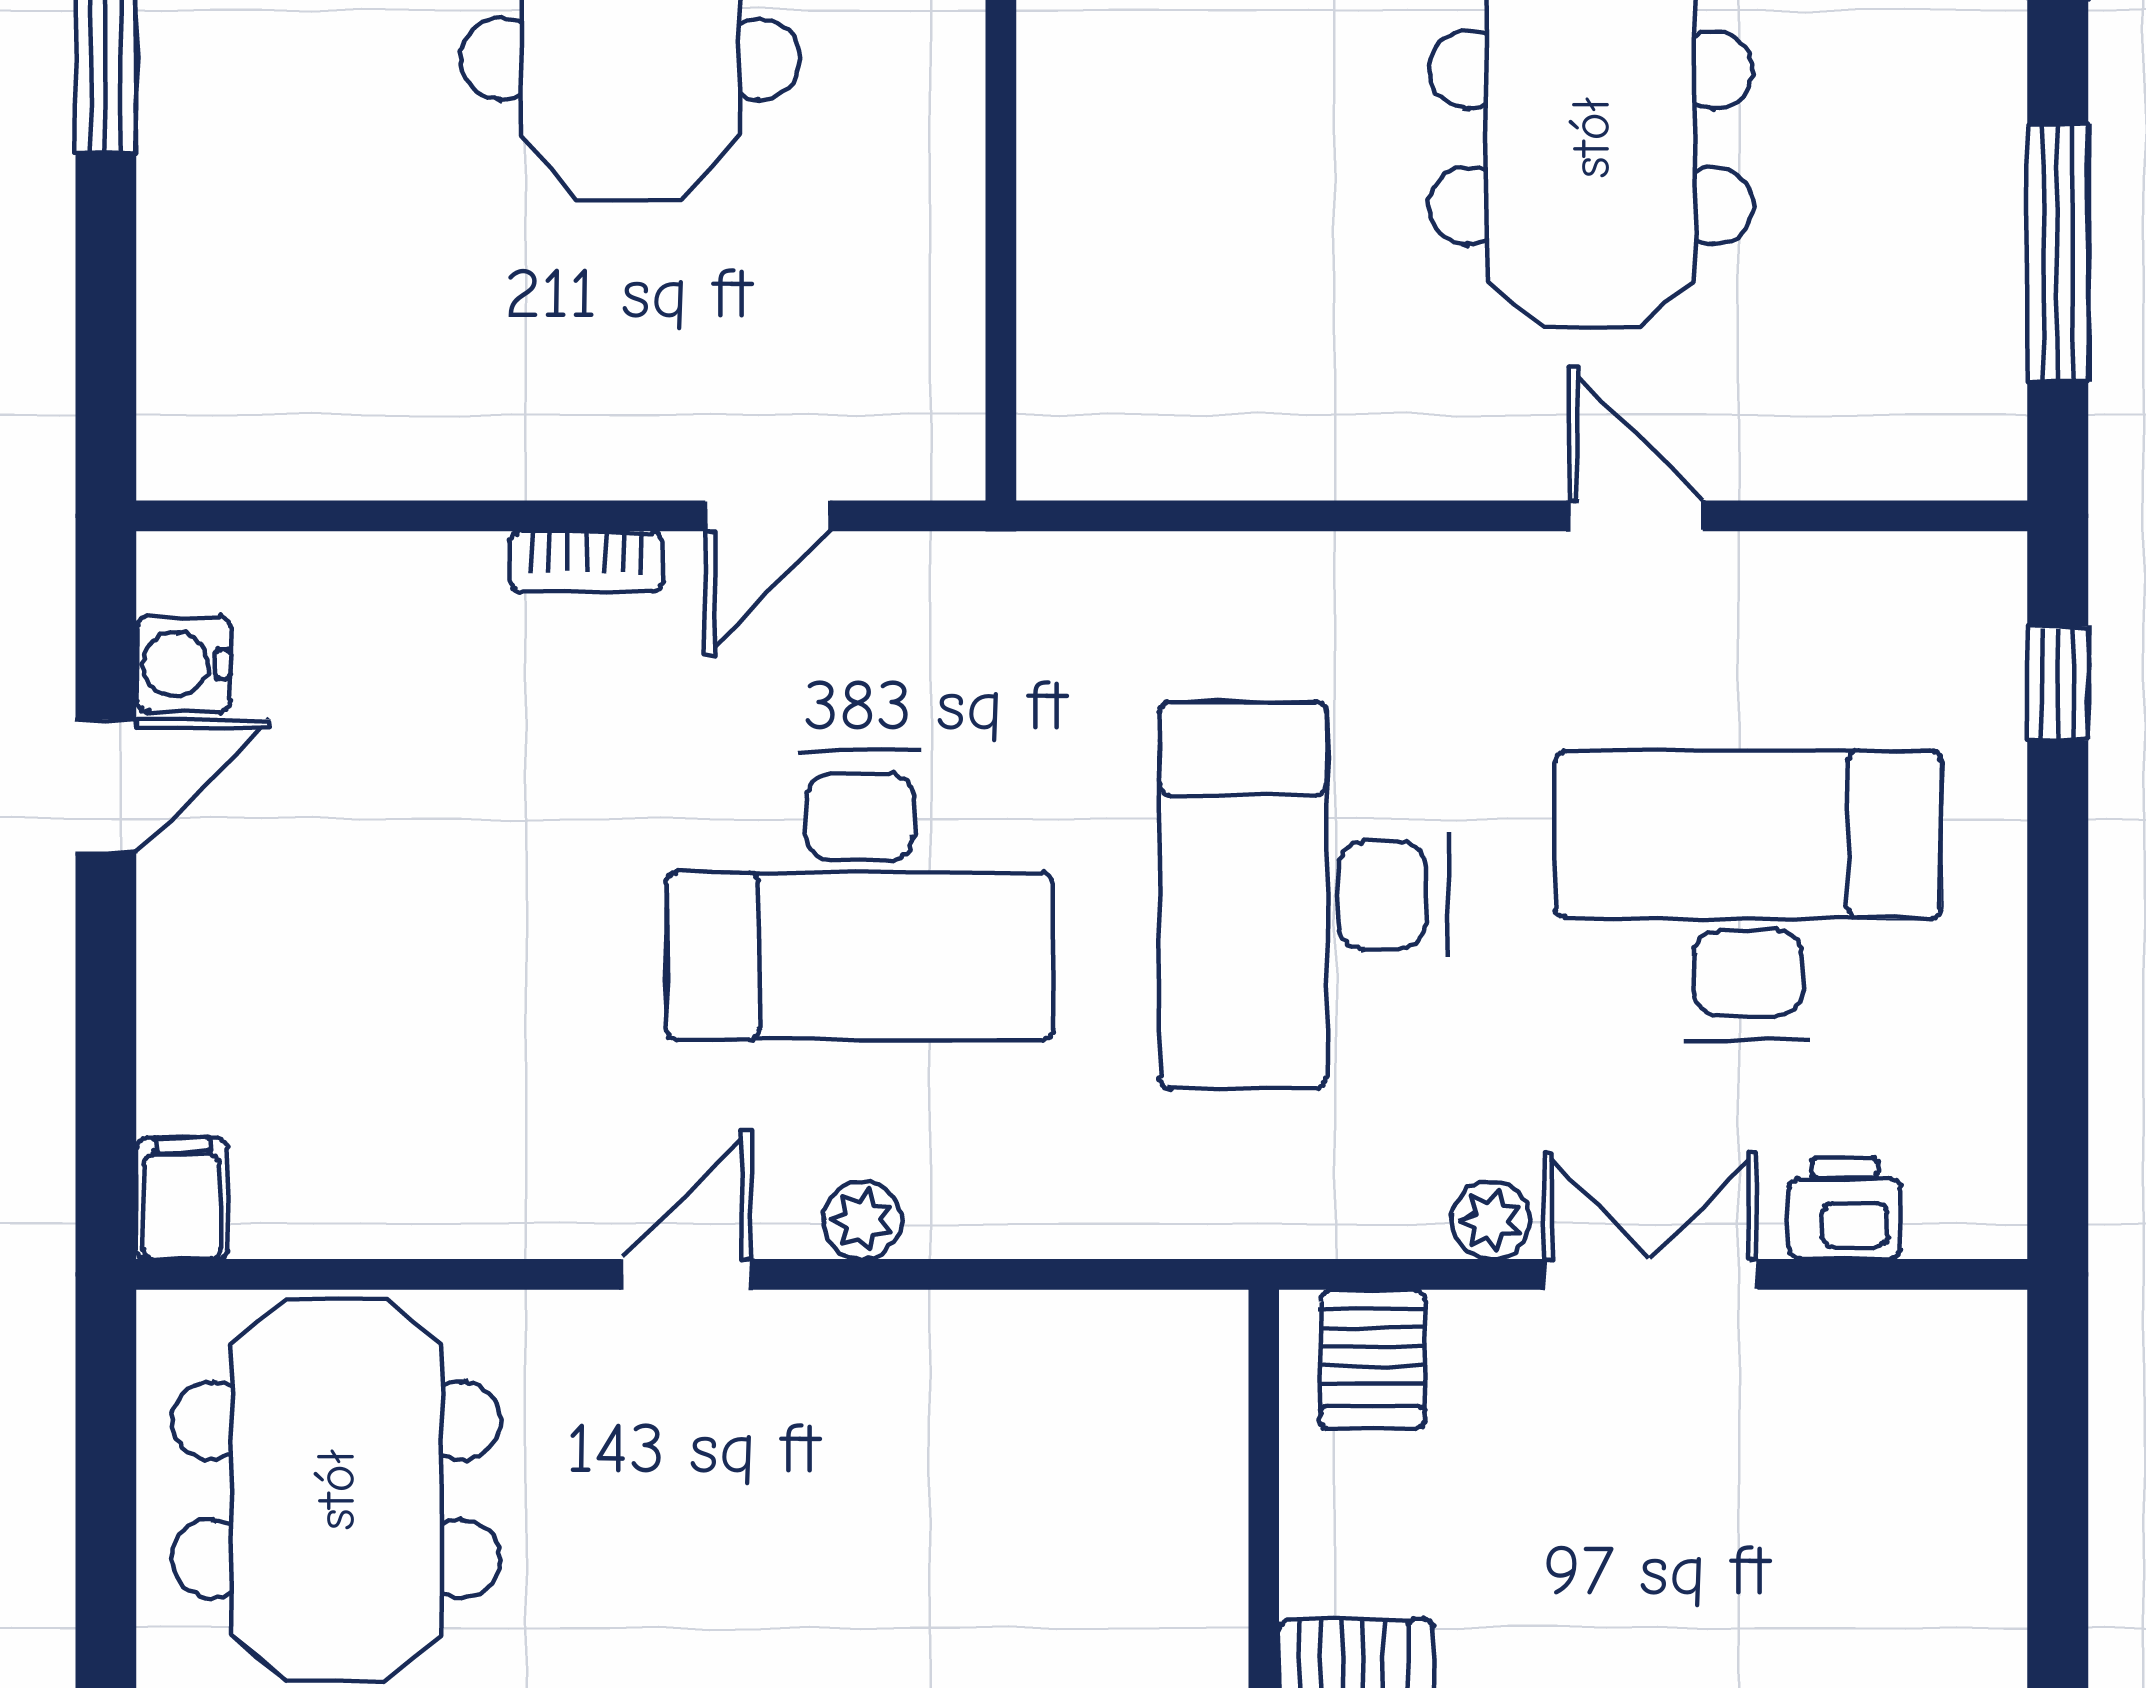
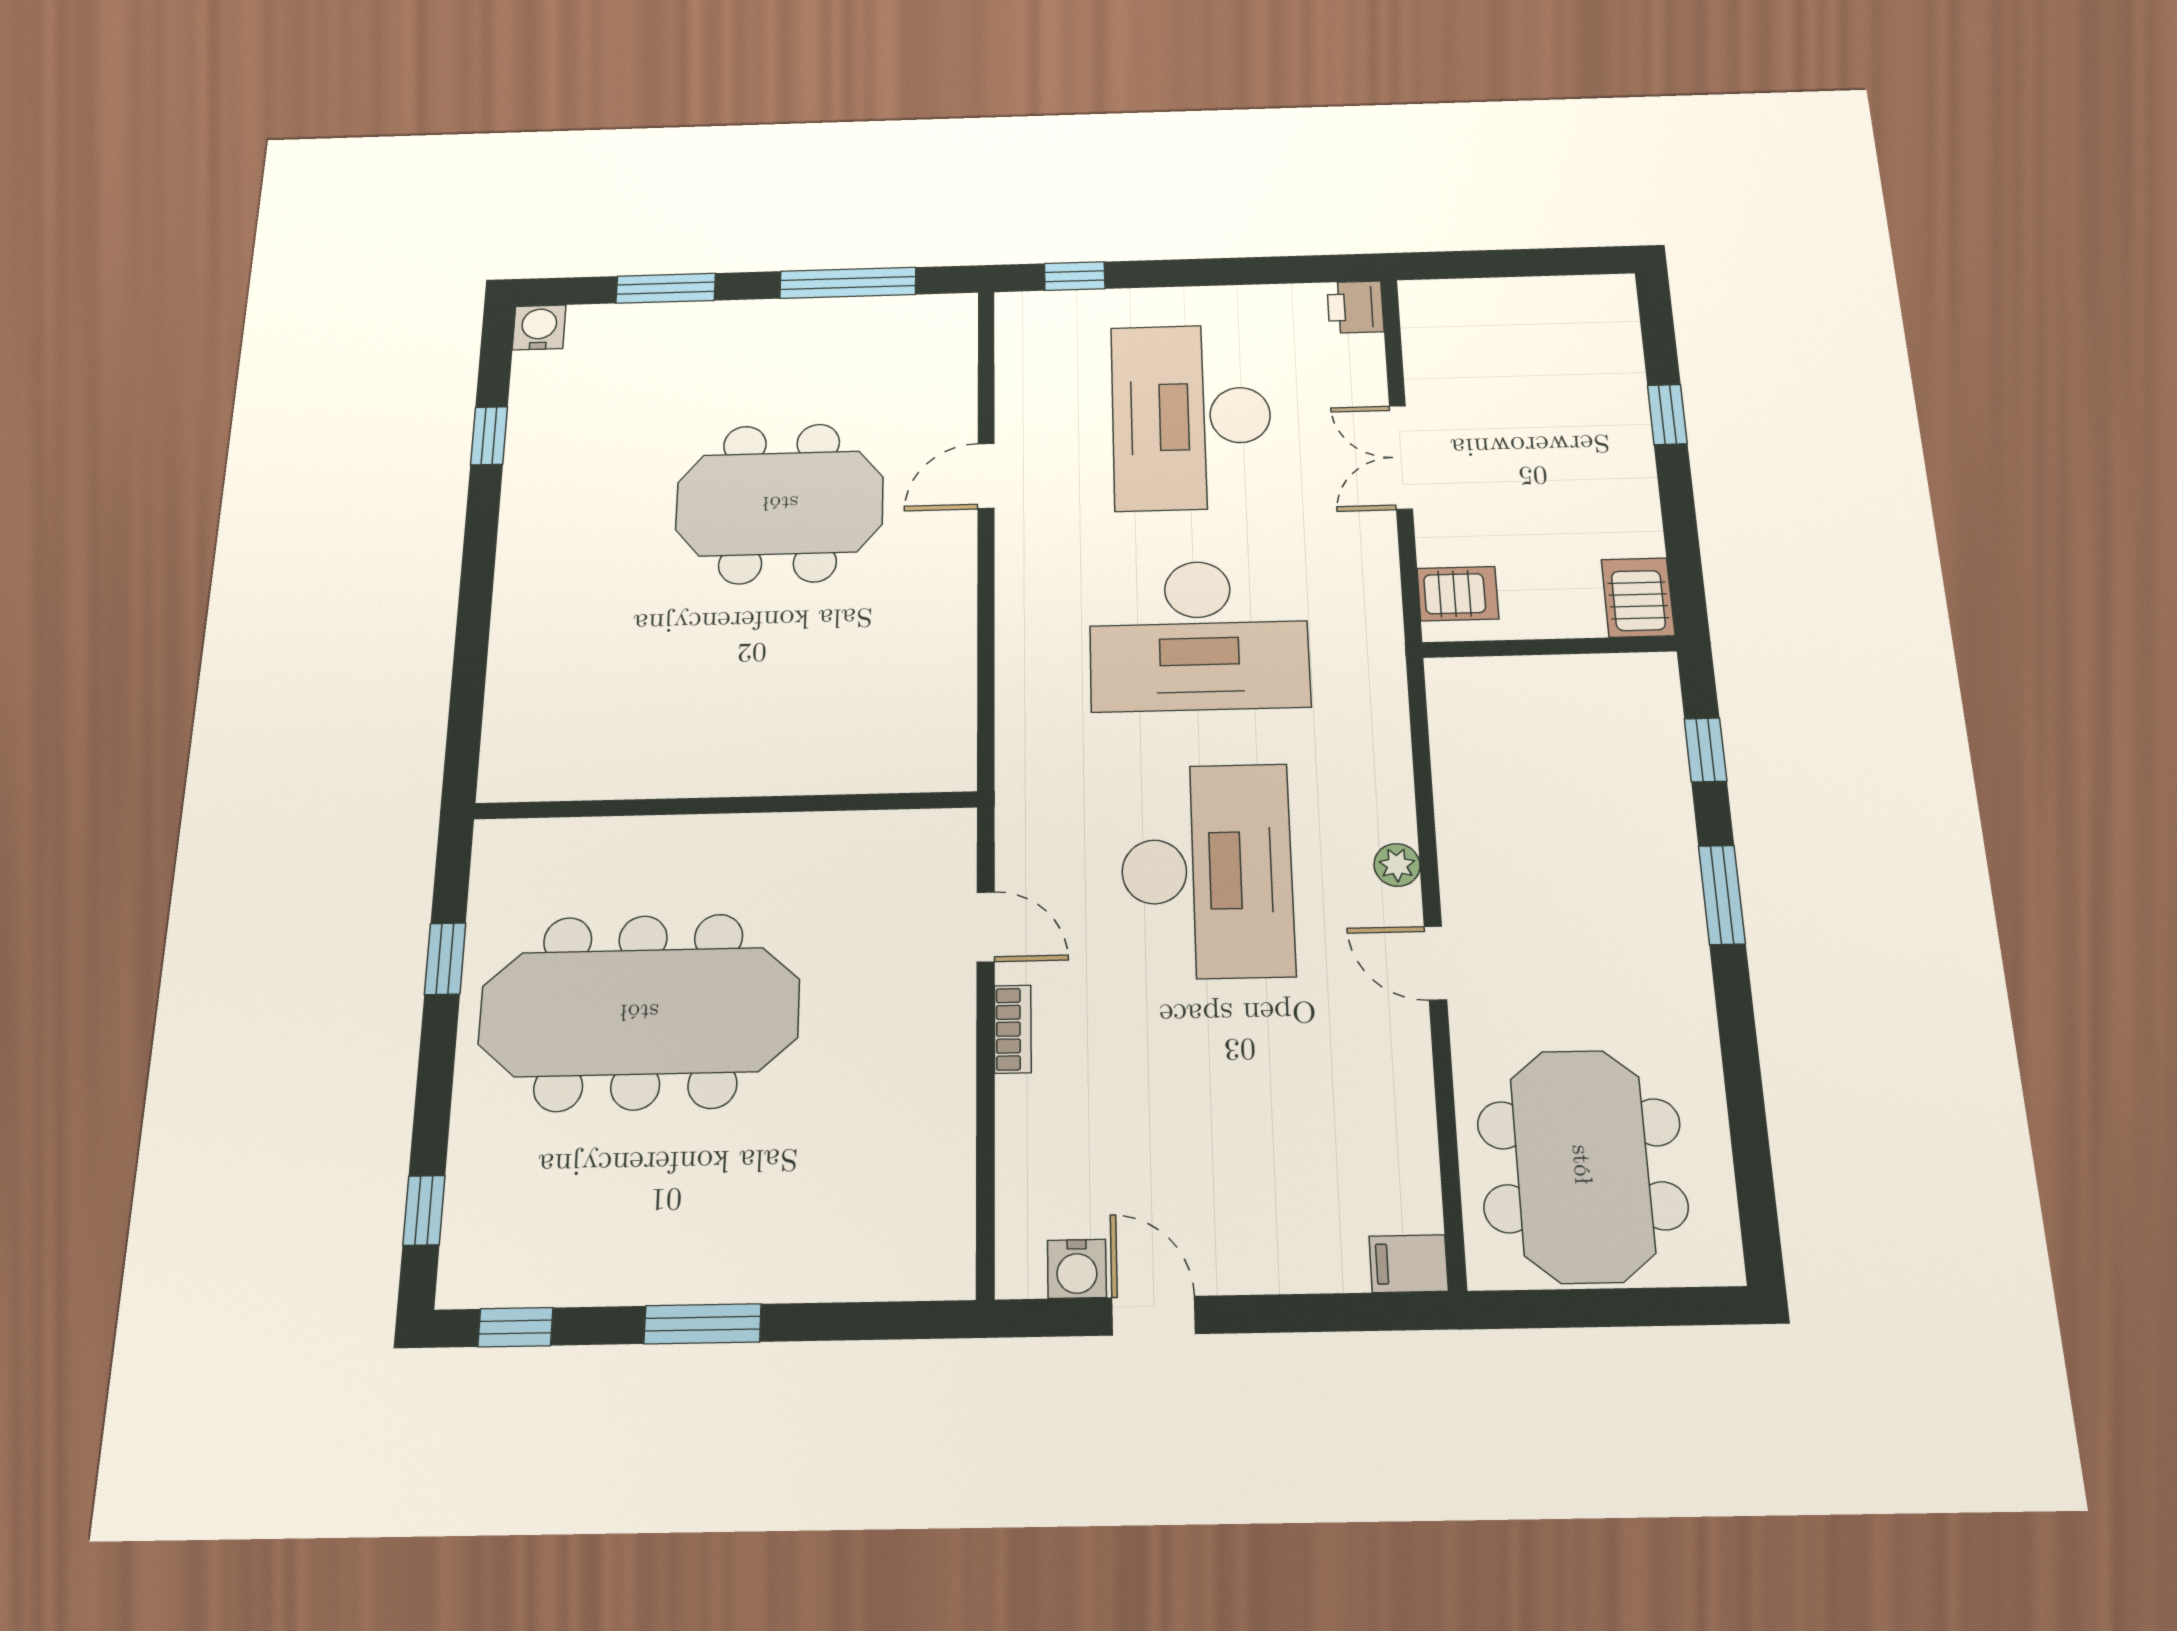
printer: (1845, 1209) -> (1355, 307), moved
plant: (1491, 1220) -> (1376, 536), removed
meeting table: (336, 1490) -> (1582, 1165), turned 90

